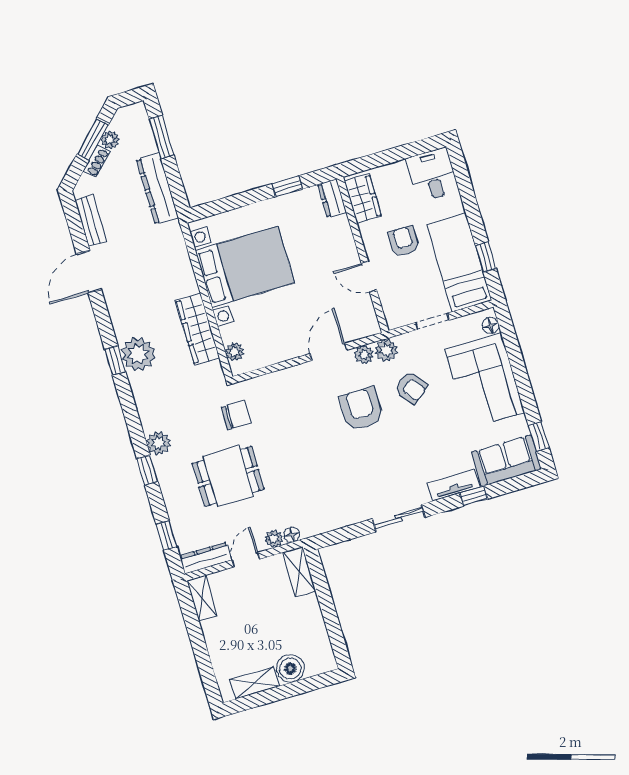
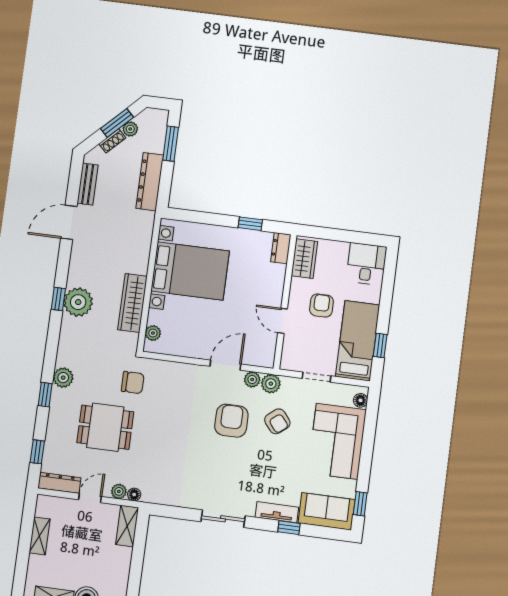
shelving: (202, 598) -> (40, 536), moved

